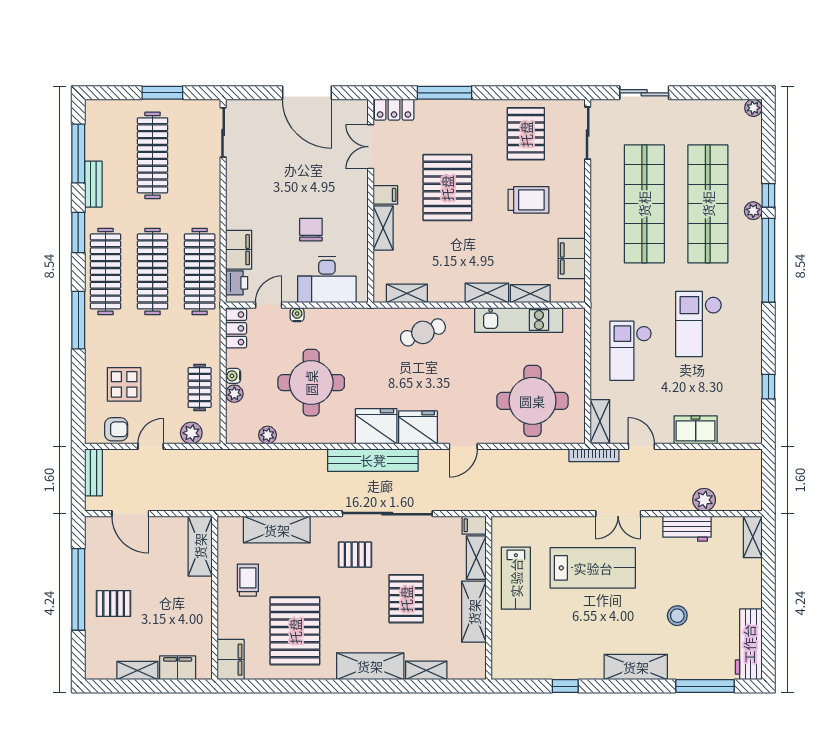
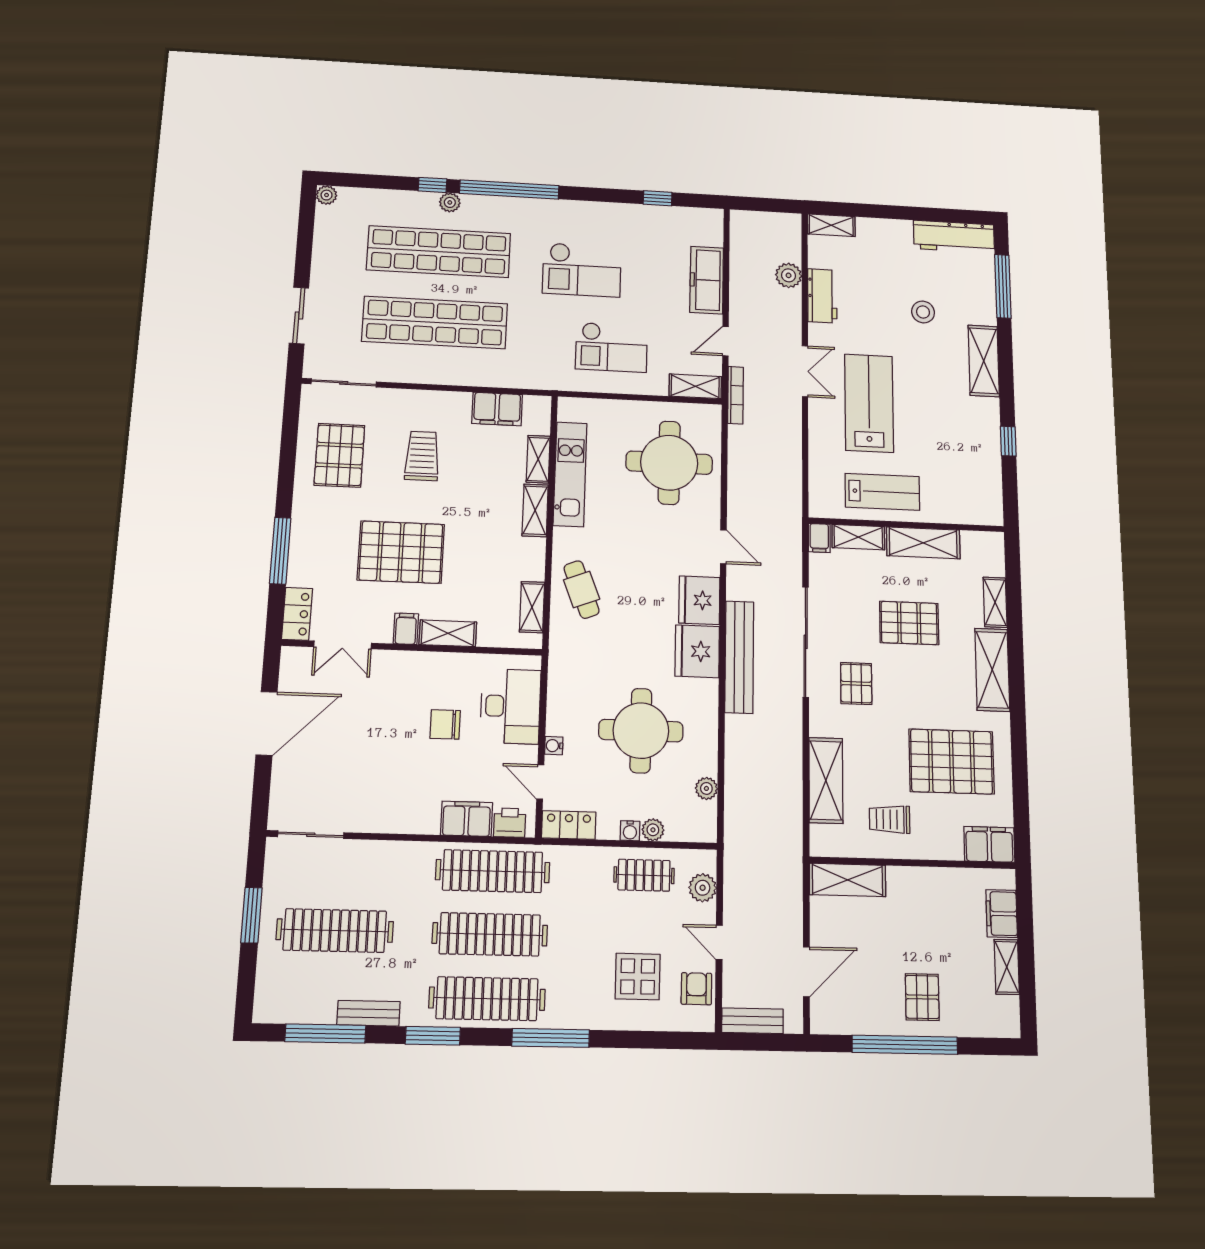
pallet: (526, 134) -> (339, 455), turned 90
freezer: (696, 430) -> (707, 280), width x1.40

